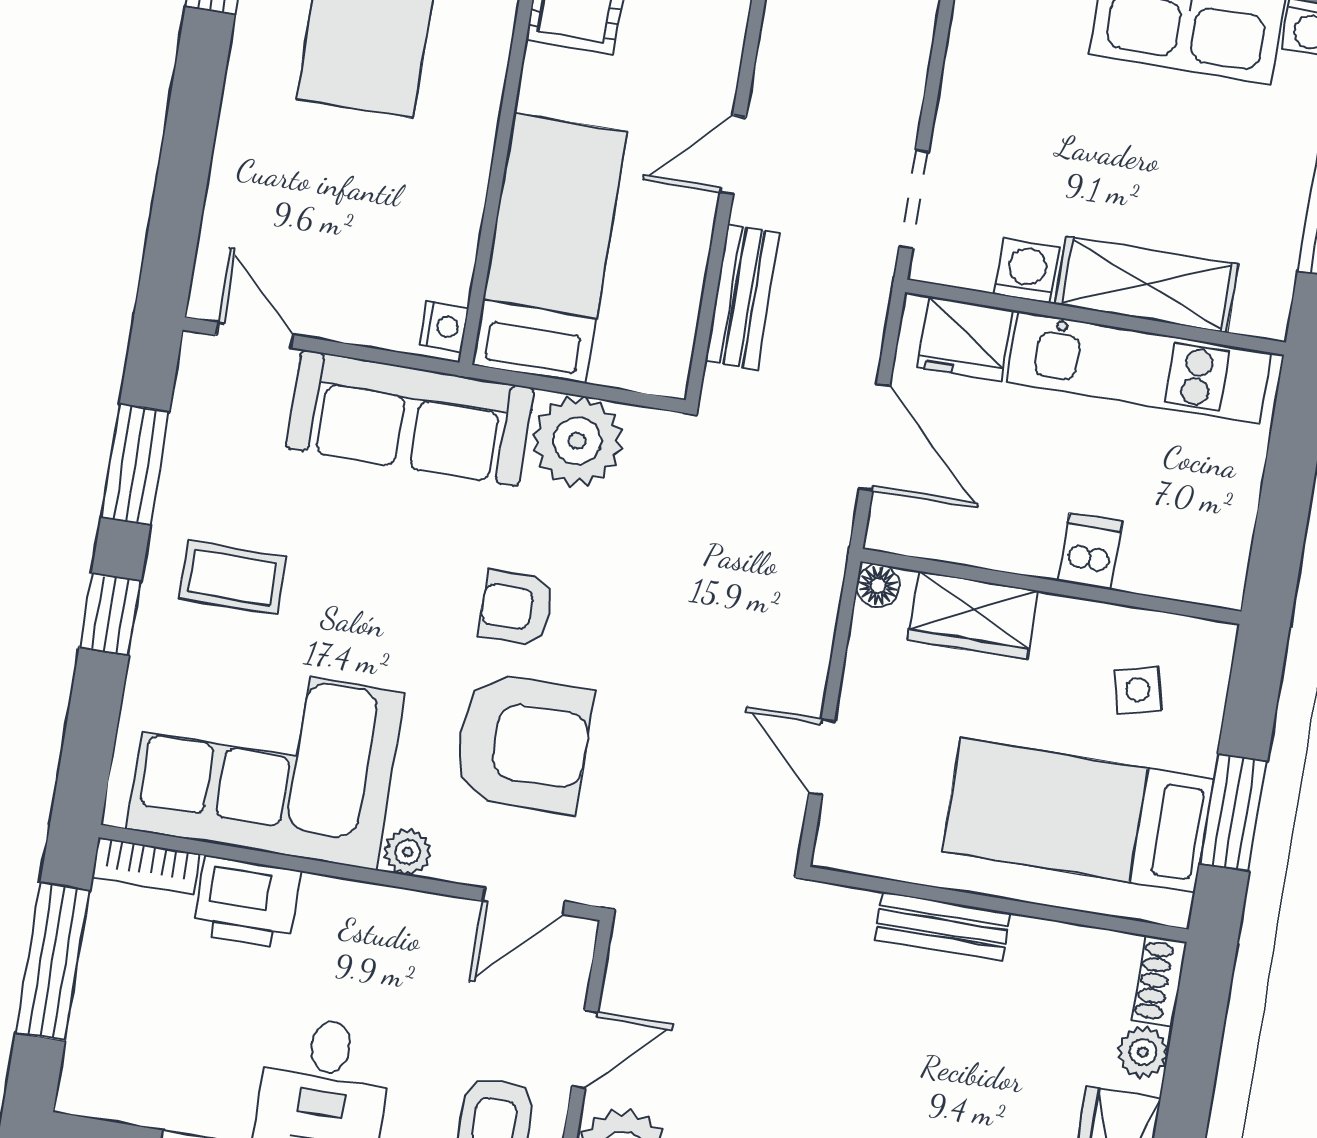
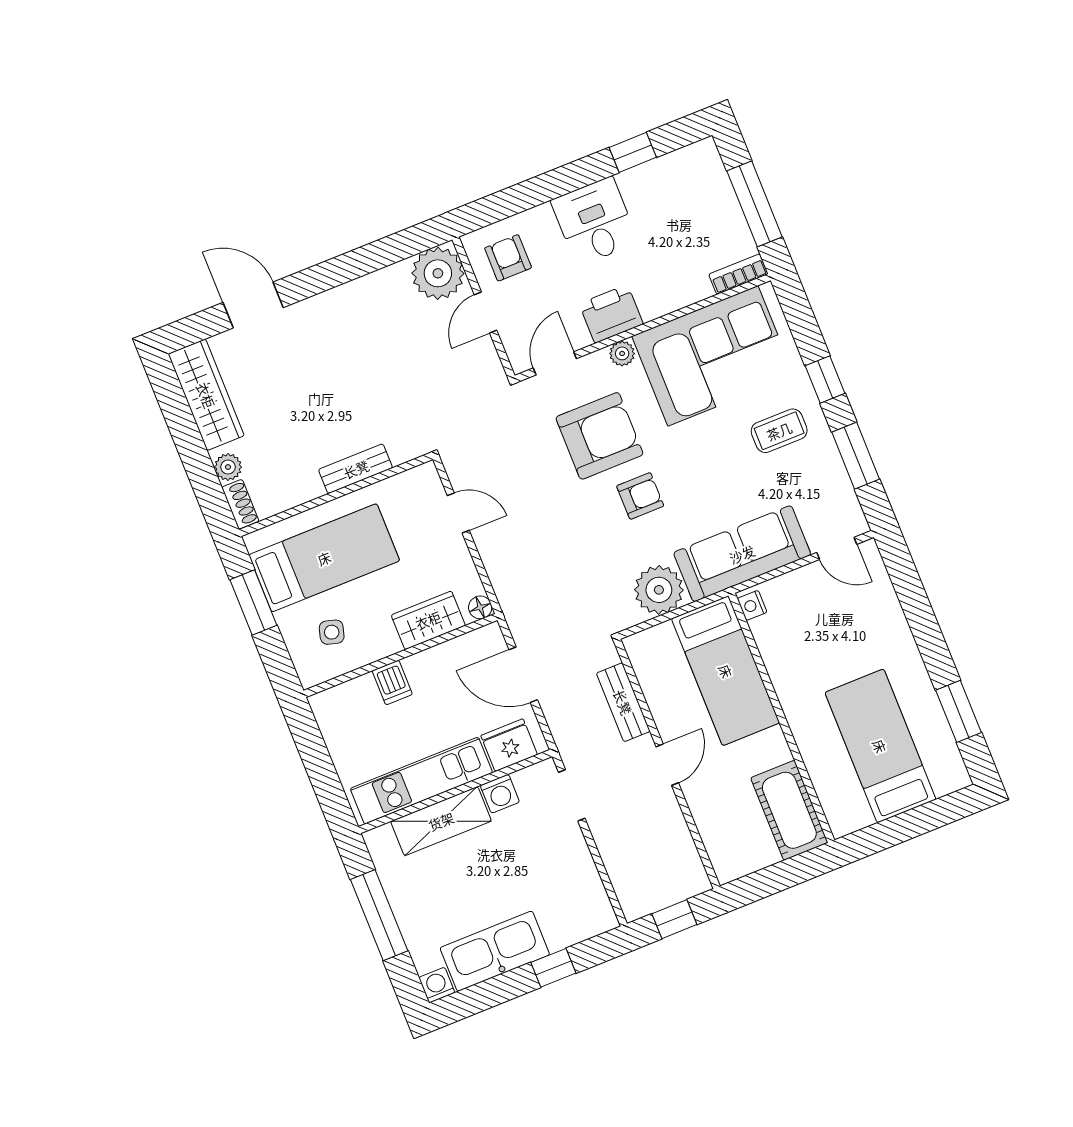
side table: (1138, 690) -> (332, 632), turned 30
armchair: (523, 743) -> (600, 436), turned 180
printer: (247, 902) -> (611, 314), moved

